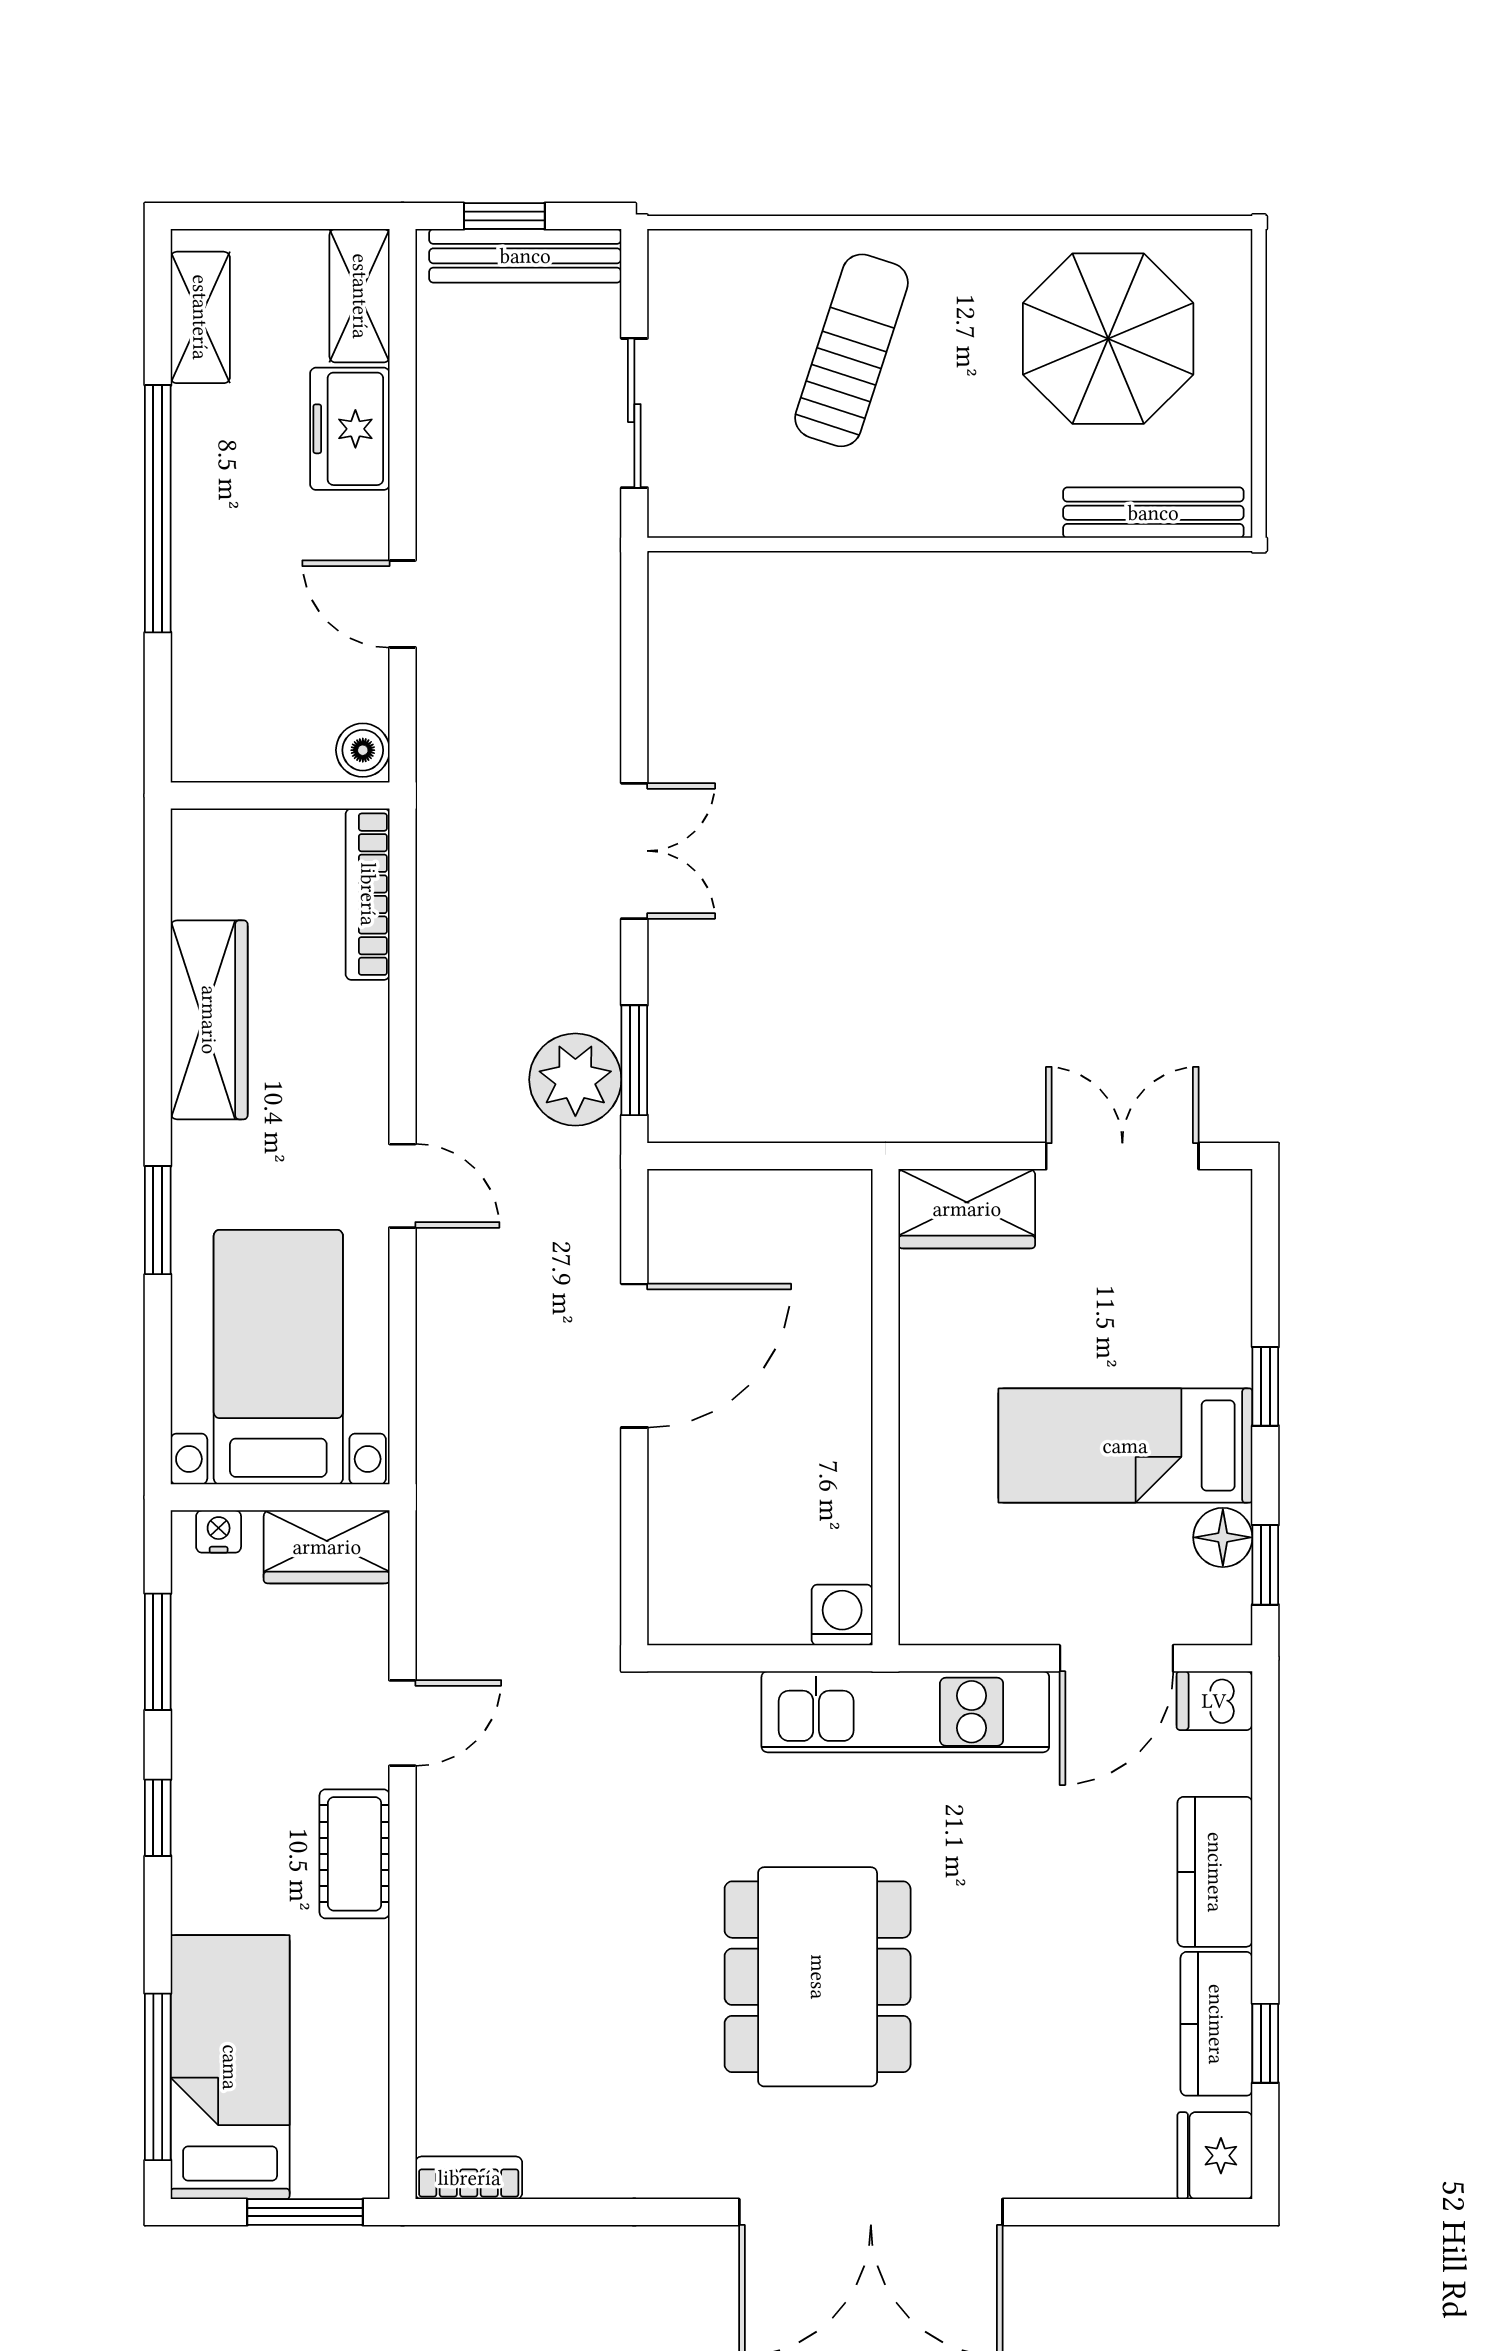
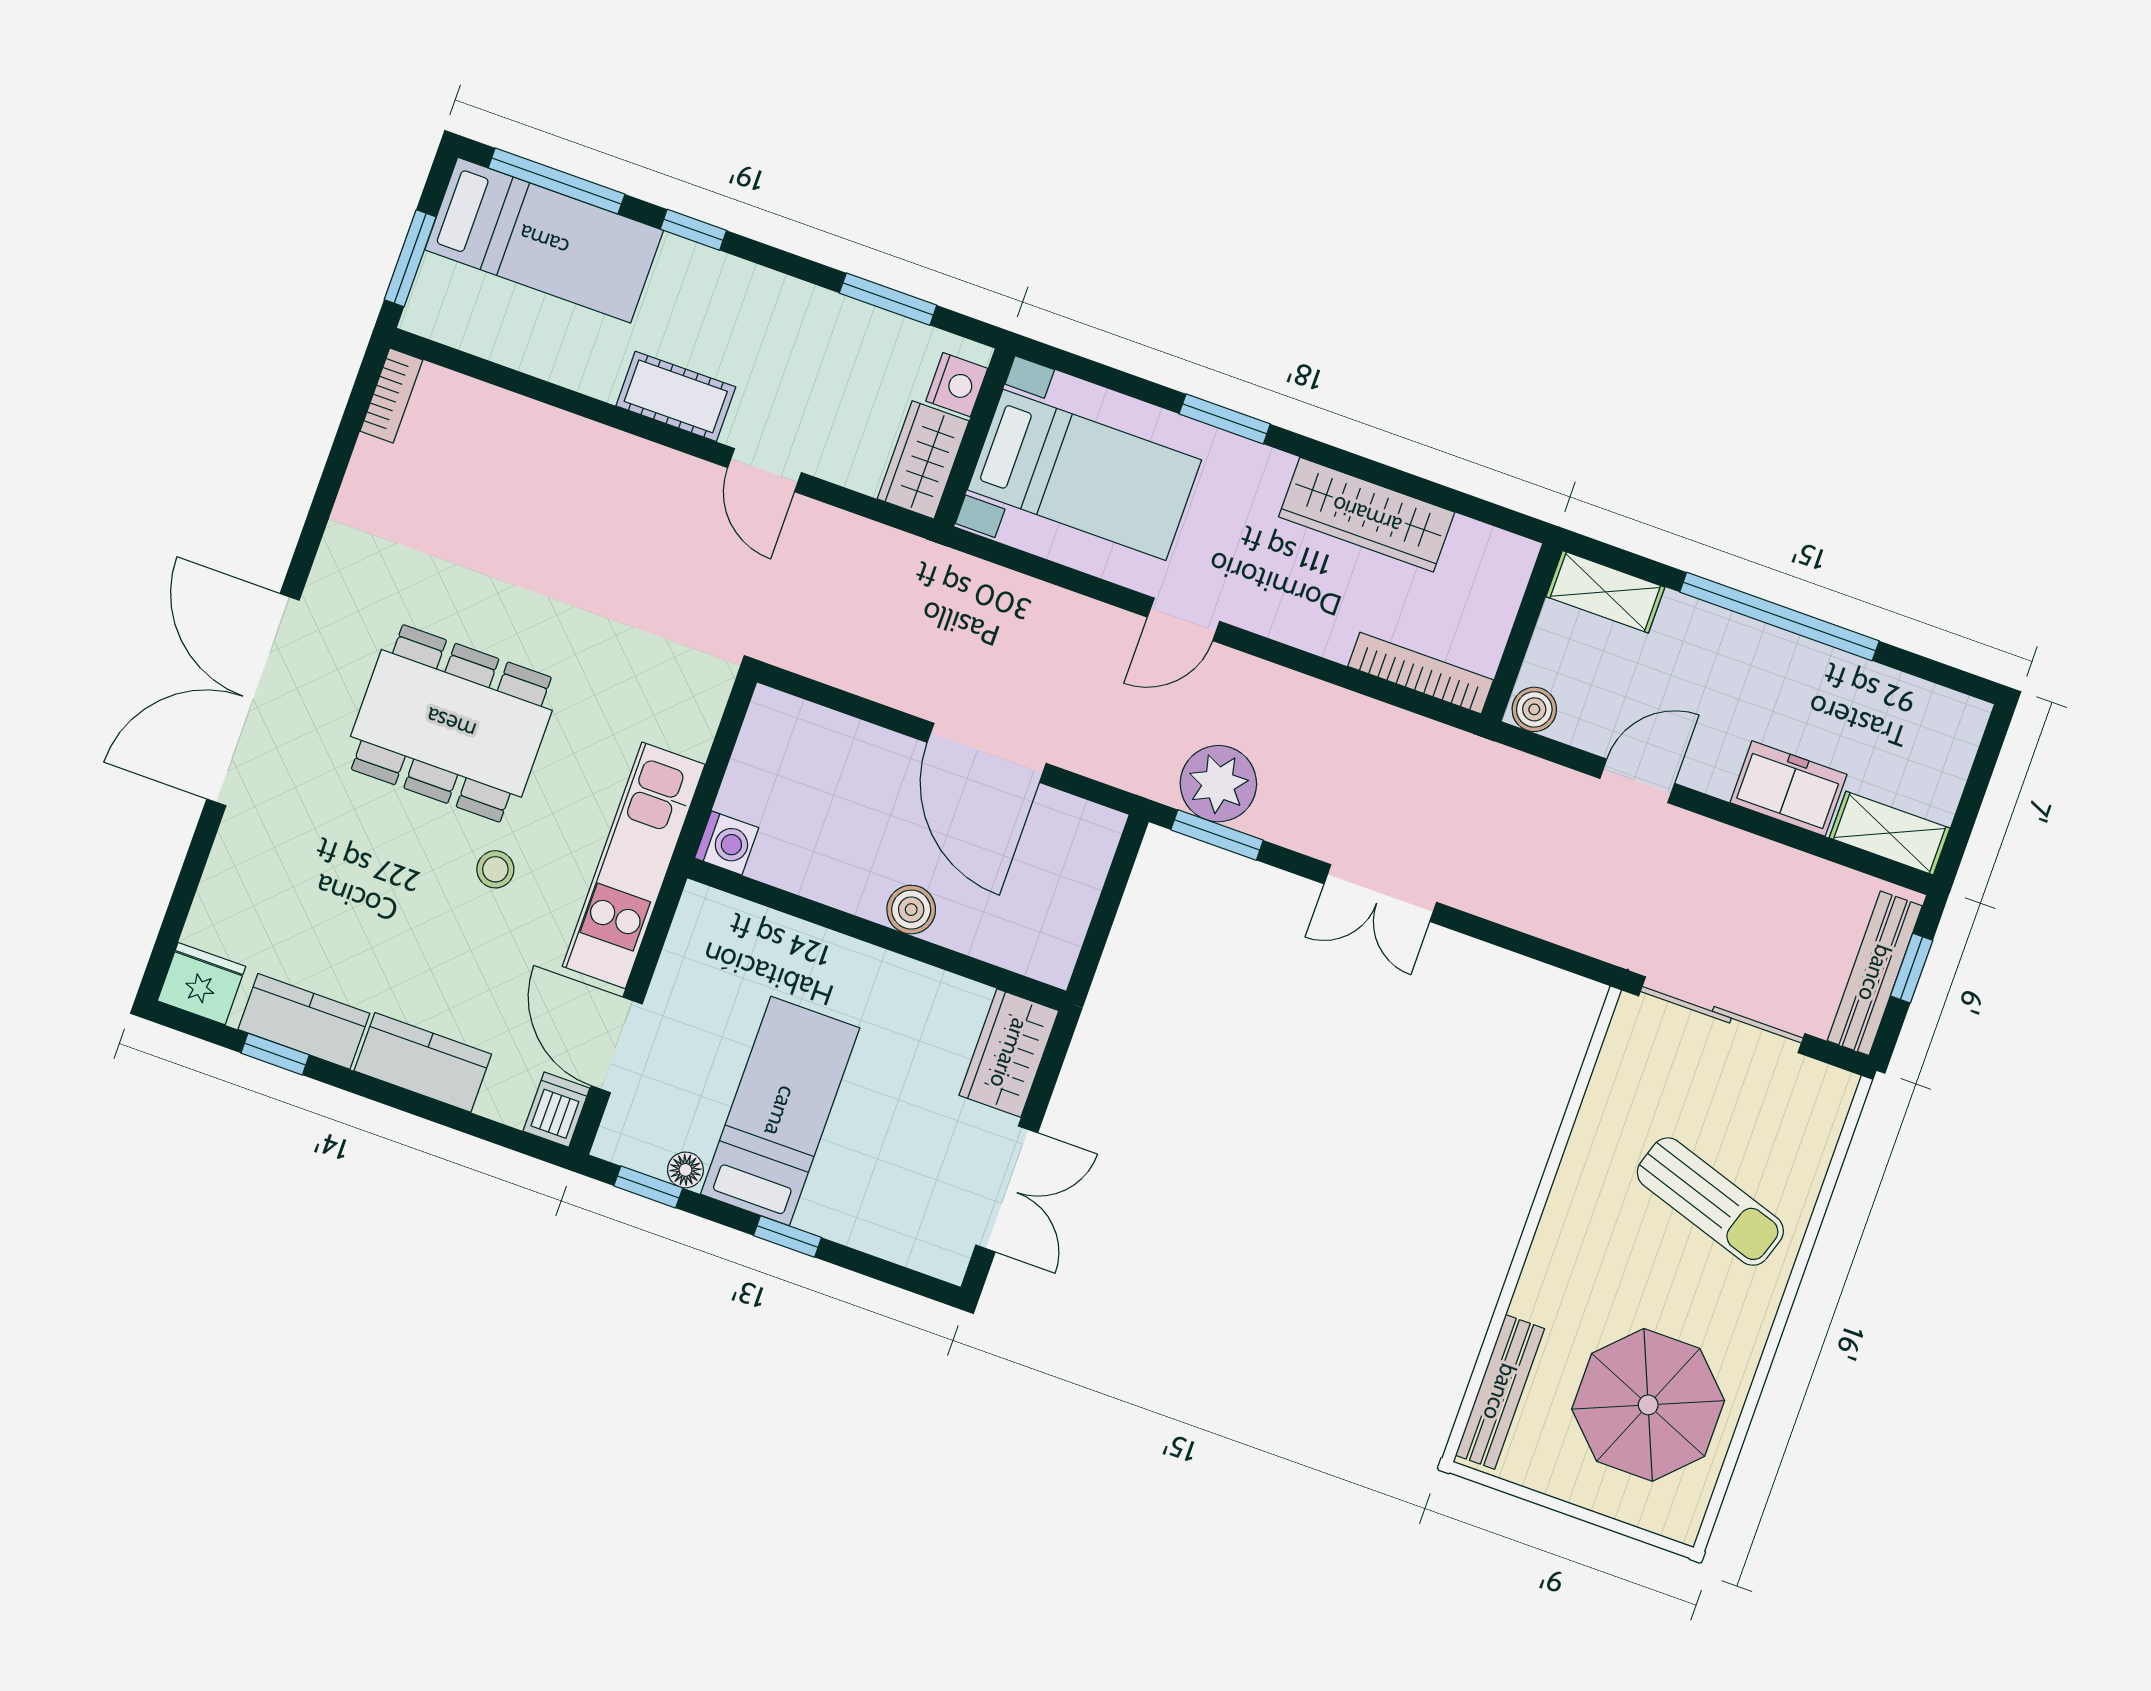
shelving: (200, 317) -> (1605, 592), moved
sliding door: (634, 413) -> (1722, 1015), width x1.37
boiler: (843, 1378) -> (911, 910), added
nightstand: (219, 1531) -> (957, 385), width x1.39, depth x1.35
floor lamp: (1223, 1537) -> (685, 1170), width x0.73, depth x0.73
window: (158, 1818) -> (693, 230), moved
stool: (966, 1868) -> (495, 869), added

